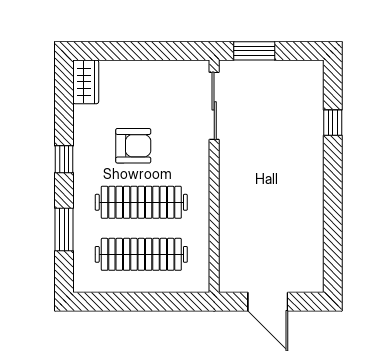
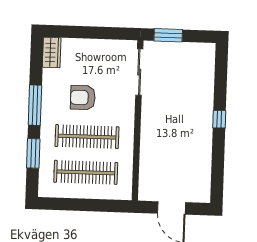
window: (333, 123) -> (219, 119), moved
armchair: (133, 146) -> (83, 98), turned 180
window: (64, 159) -> (35, 105), width x2.17

